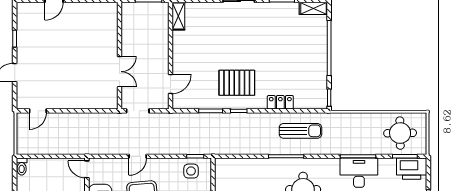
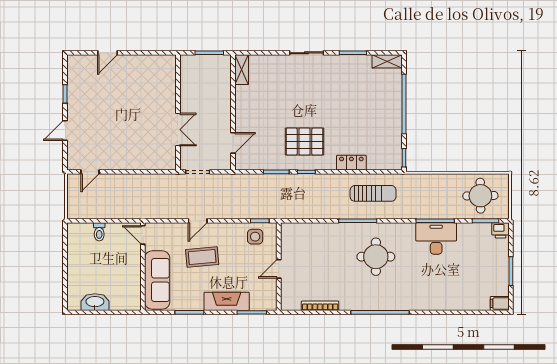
toilet: (22, 167) -> (99, 232), moved
printer: (412, 169) -> (500, 230), width x0.53, depth x0.68

